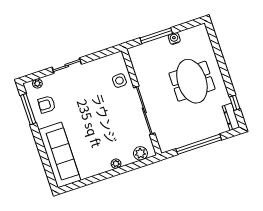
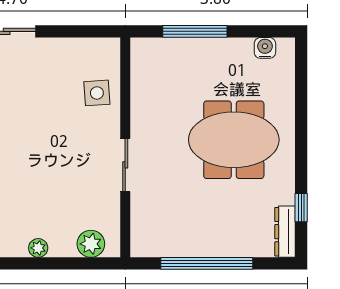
water cooler: (174, 39) -> (265, 48), moved
meeting table: (192, 81) -> (234, 140), turned 90
sliding door: (144, 110) -> (125, 165), width x0.54

